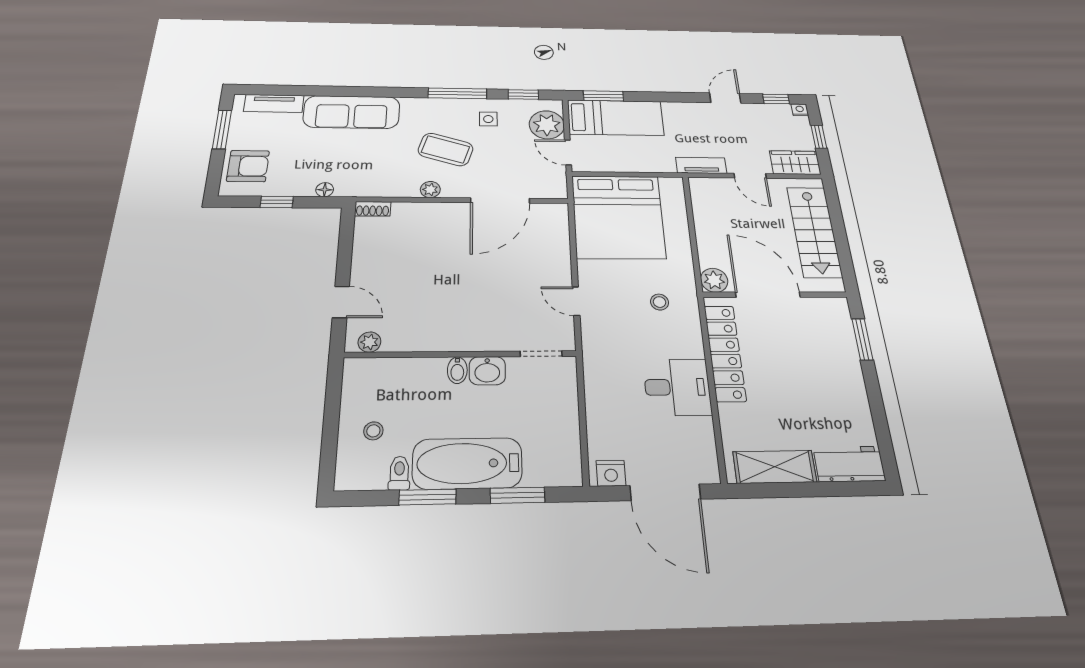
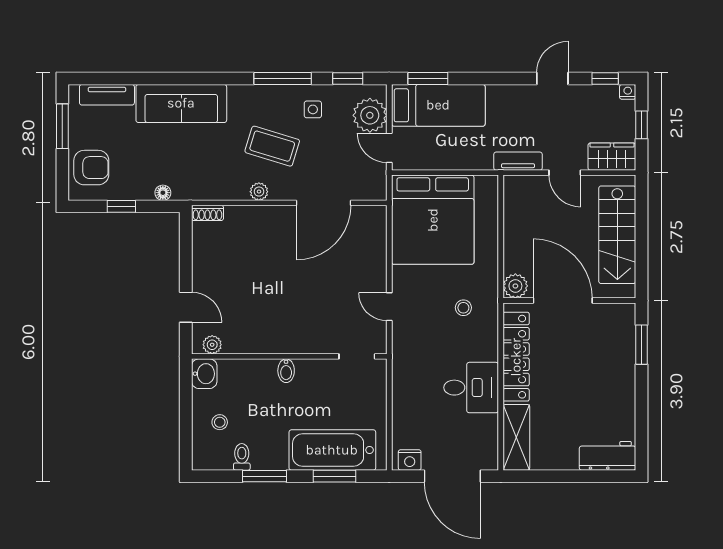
washbasin: (487, 371) -> (204, 374), moved, turned -90
bathtub: (467, 463) -> (332, 450), moved
shelving: (775, 467) -> (516, 437), moved, turned 90

